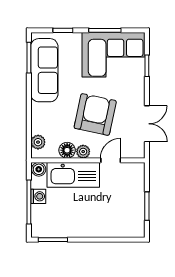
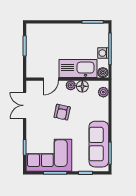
armchair: (95, 114) -> (62, 112), width x0.53, depth x0.53

